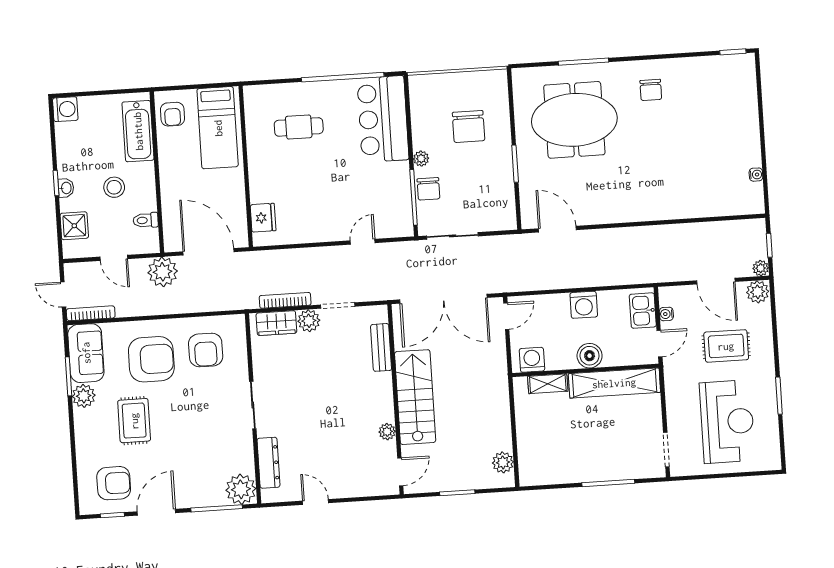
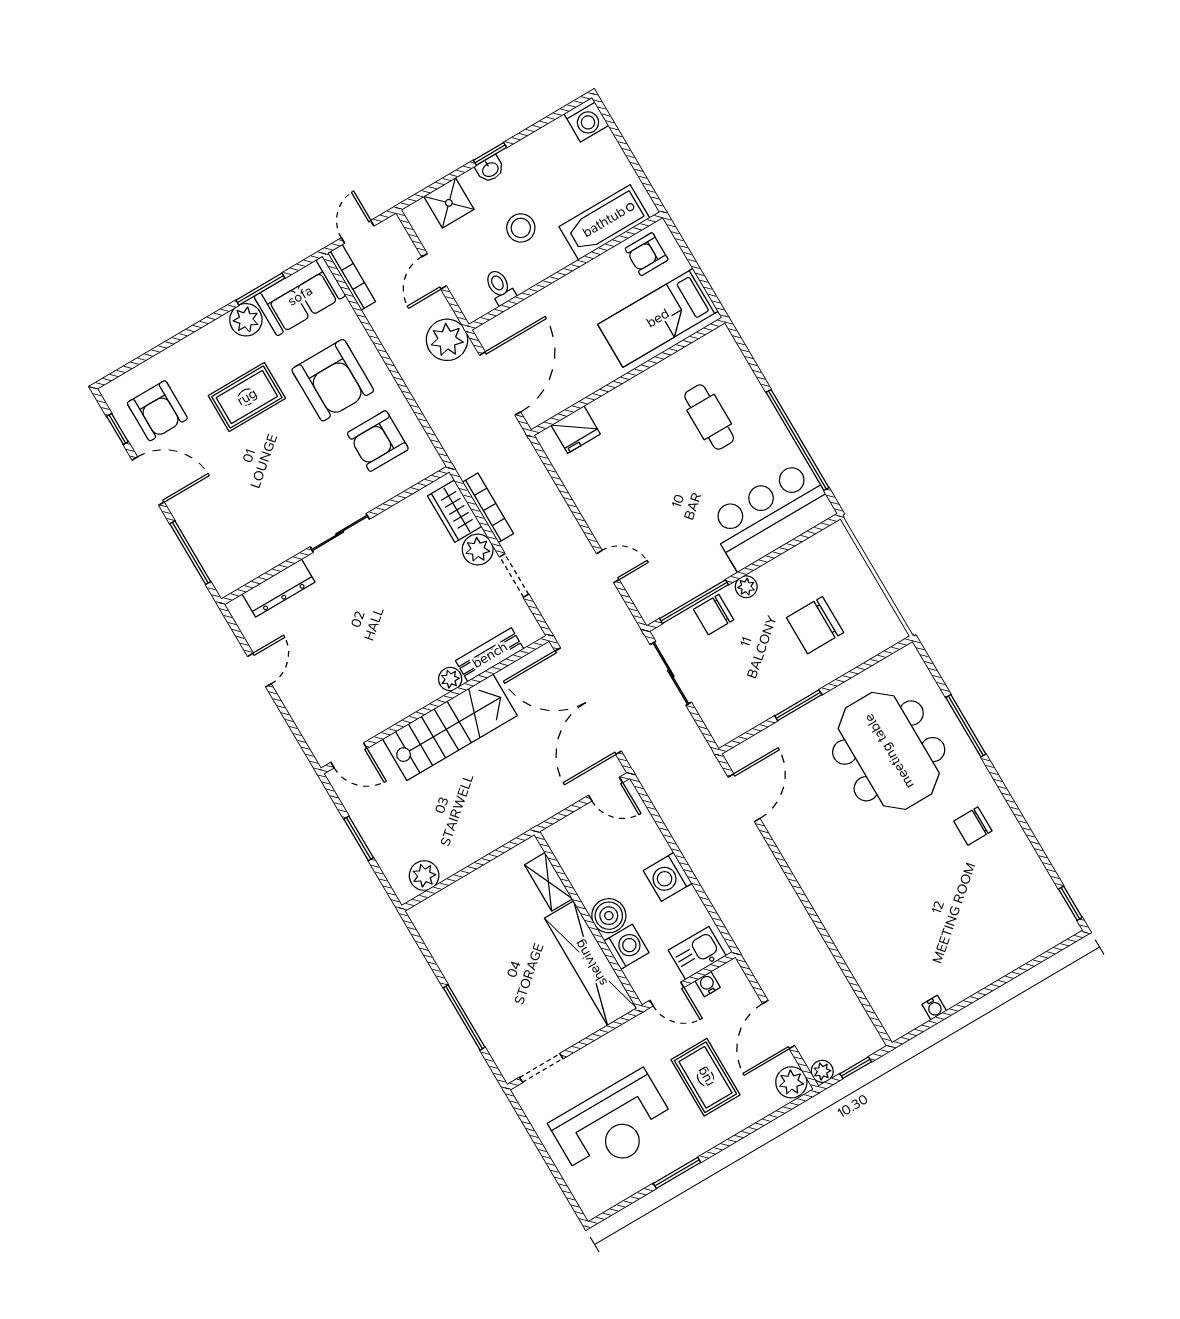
washing machine: (532, 360) -> (627, 947), moved
plant: (387, 432) -> (450, 679), moved
plant: (241, 489) -> (229, 571), removed

